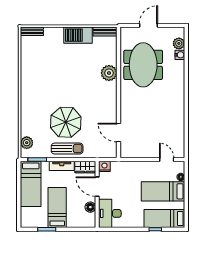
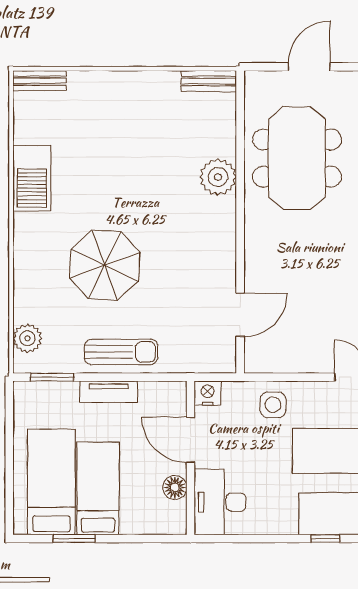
barbecue: (78, 35) -> (32, 178), moved, turned -90
parasol: (66, 122) -> (105, 265), moved
door: (119, 133) -> (240, 315), swing flipped
wardrobe: (85, 167) -> (163, 395), removed
side table: (133, 171) -> (273, 405), added
bed: (31, 184) -> (51, 482), moved, turned 180

